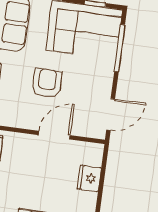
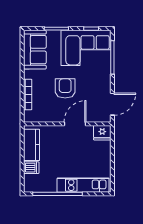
fridge: (89, 178) -> (102, 133), moved, turned -90

